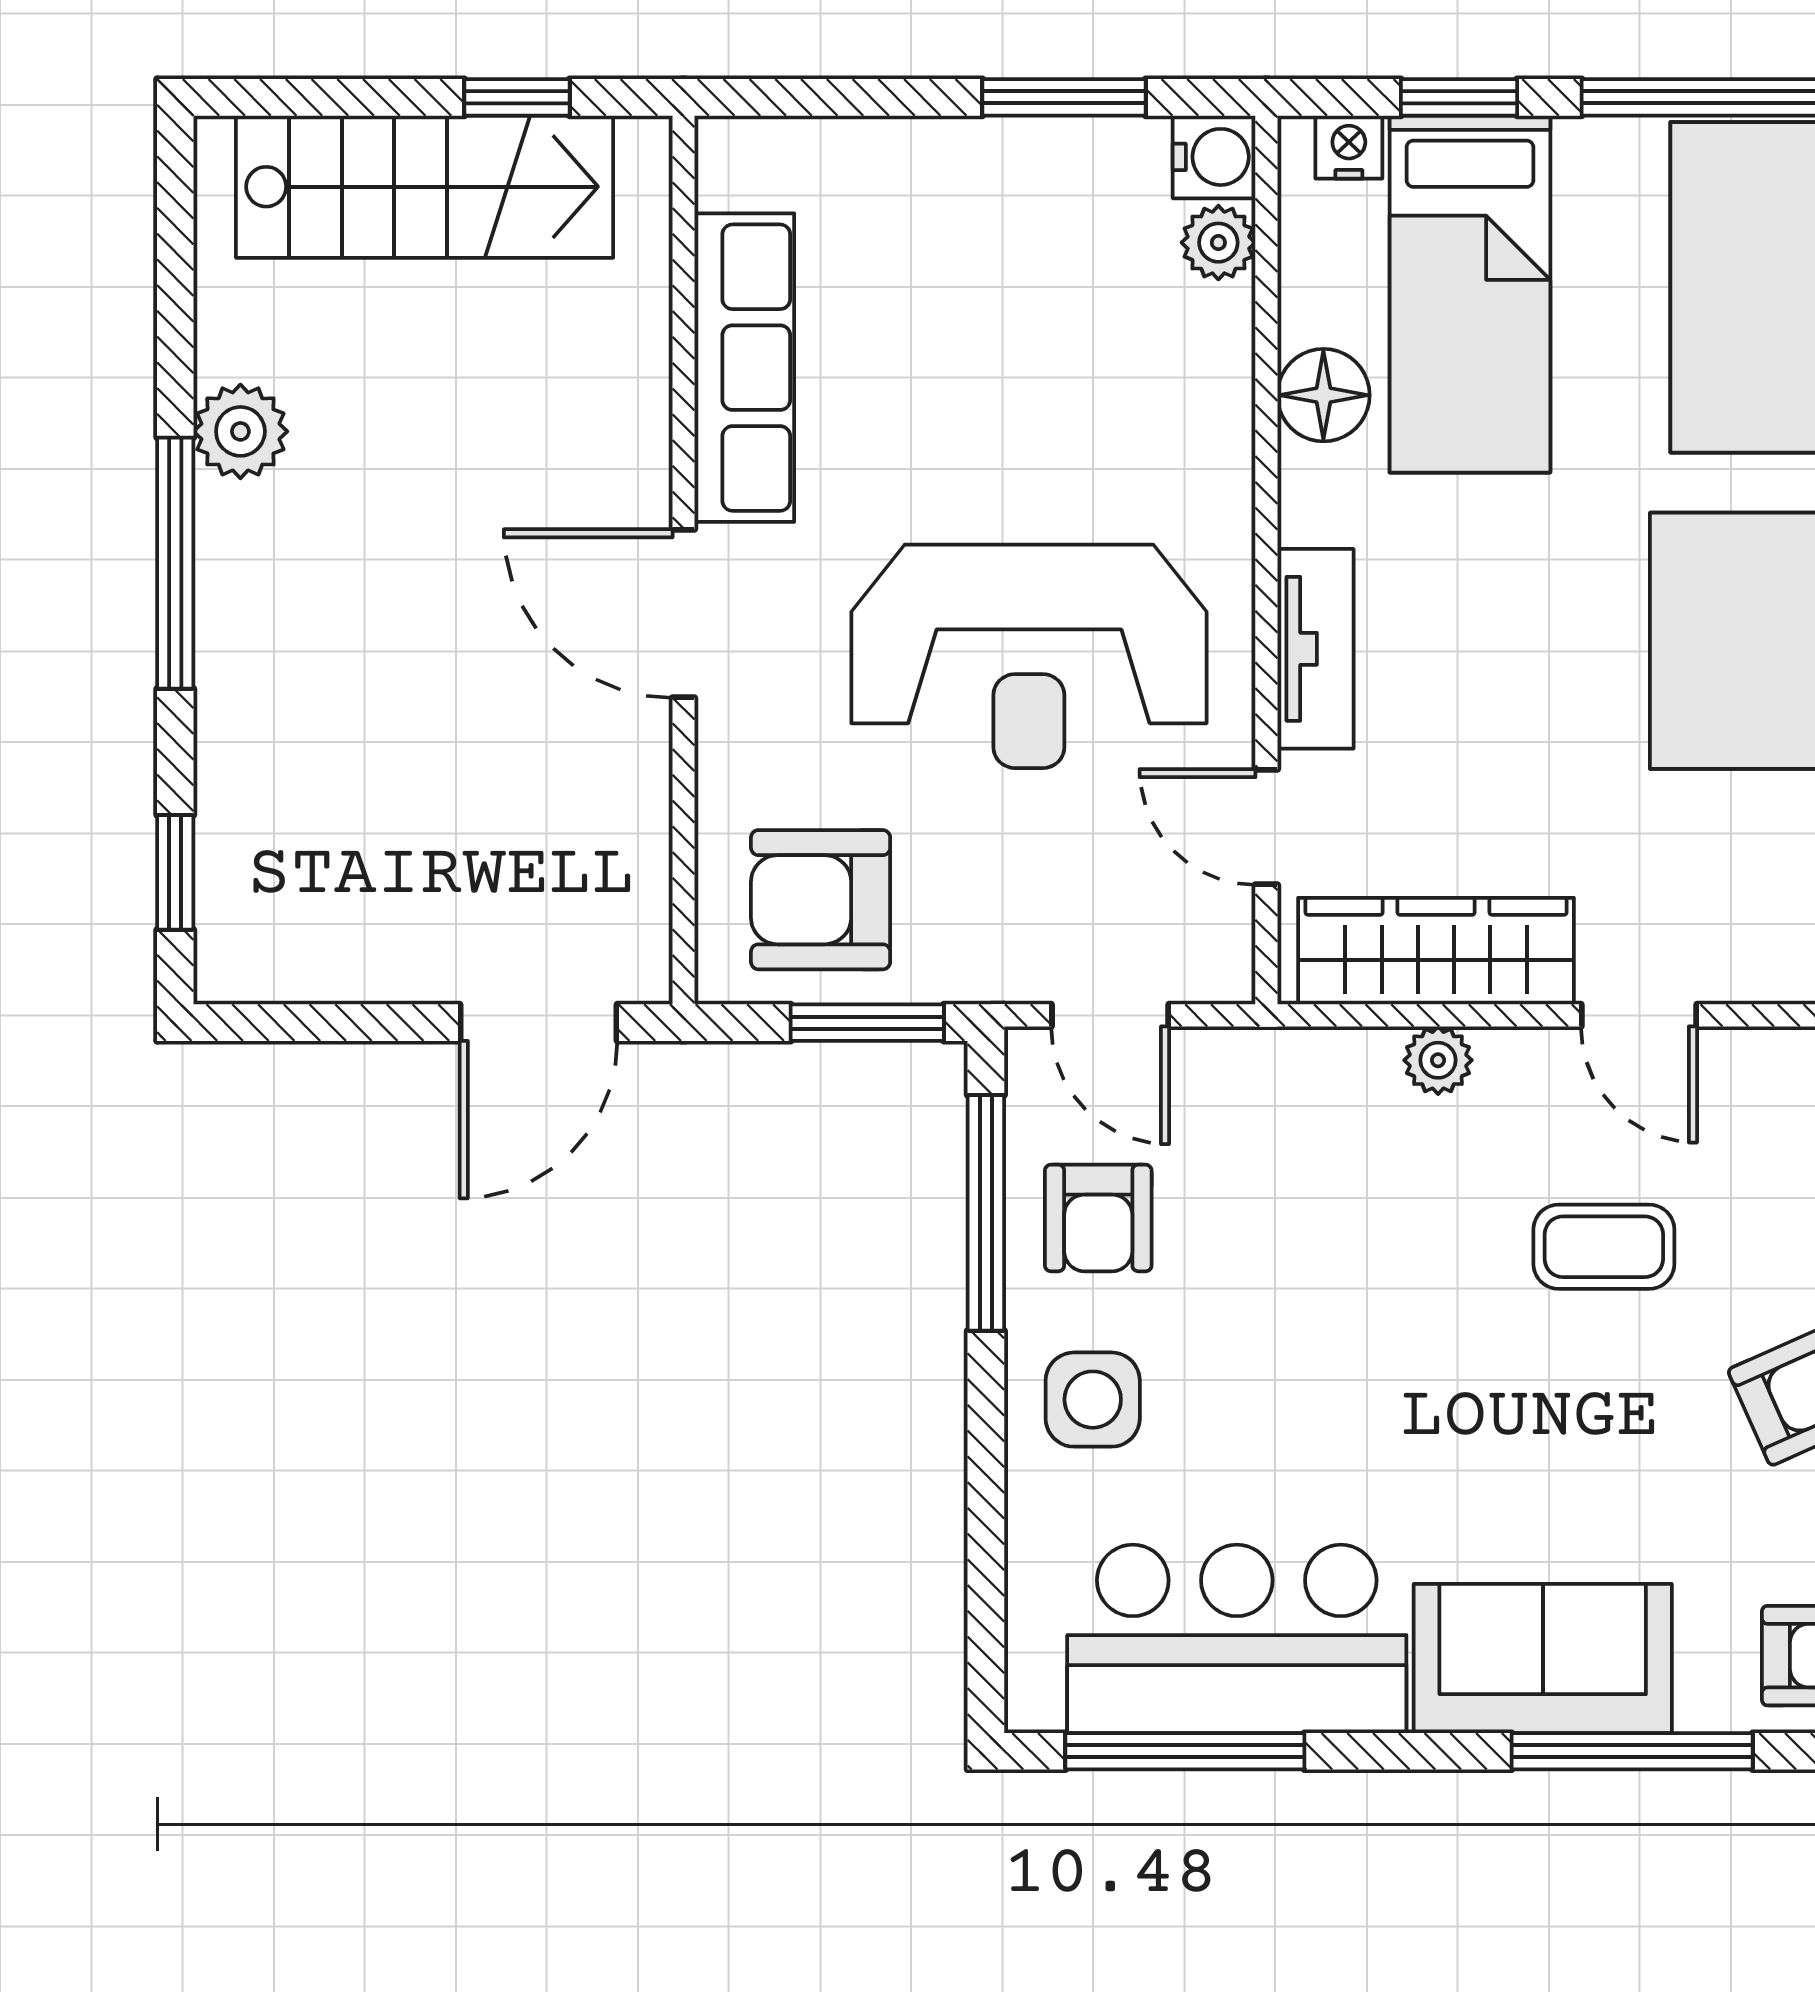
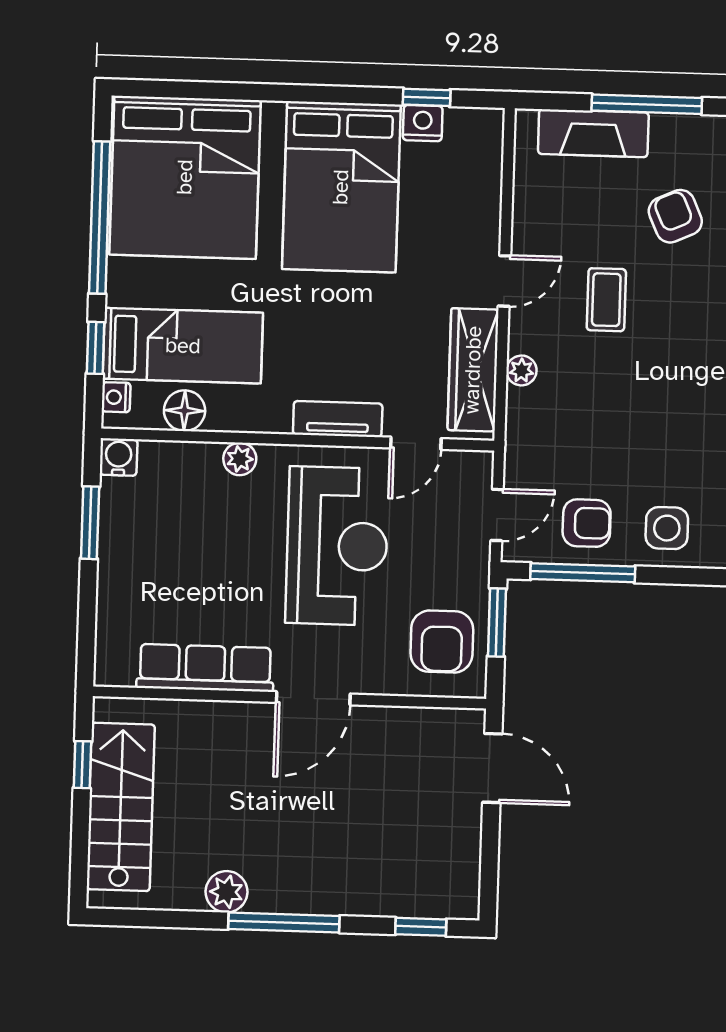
plant: (1218, 243) -> (240, 459), moved
floor lamp: (1323, 395) -> (185, 411), moved

